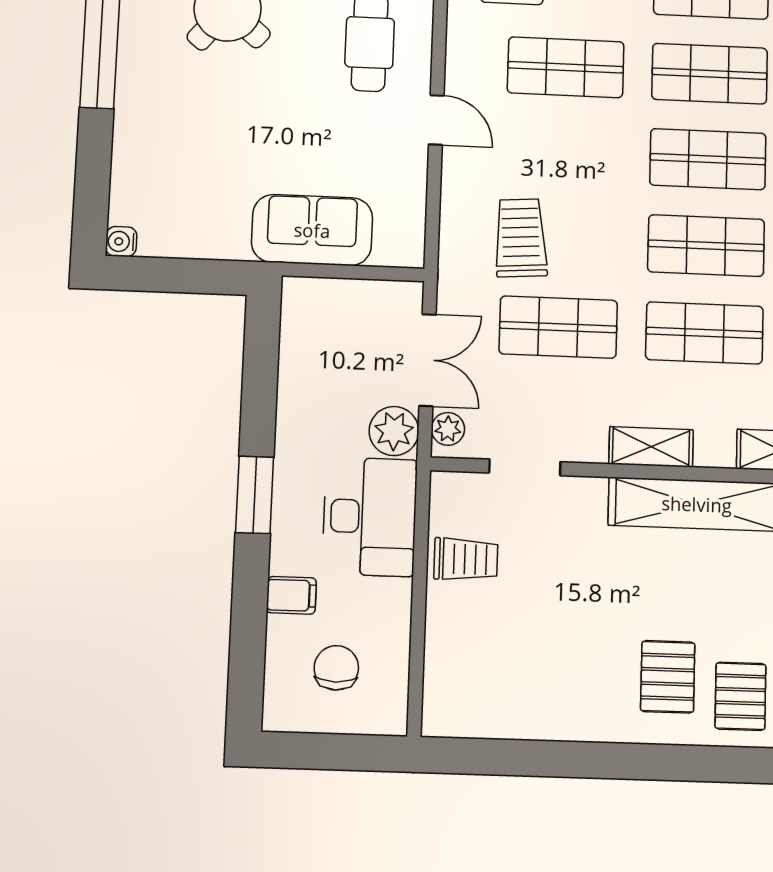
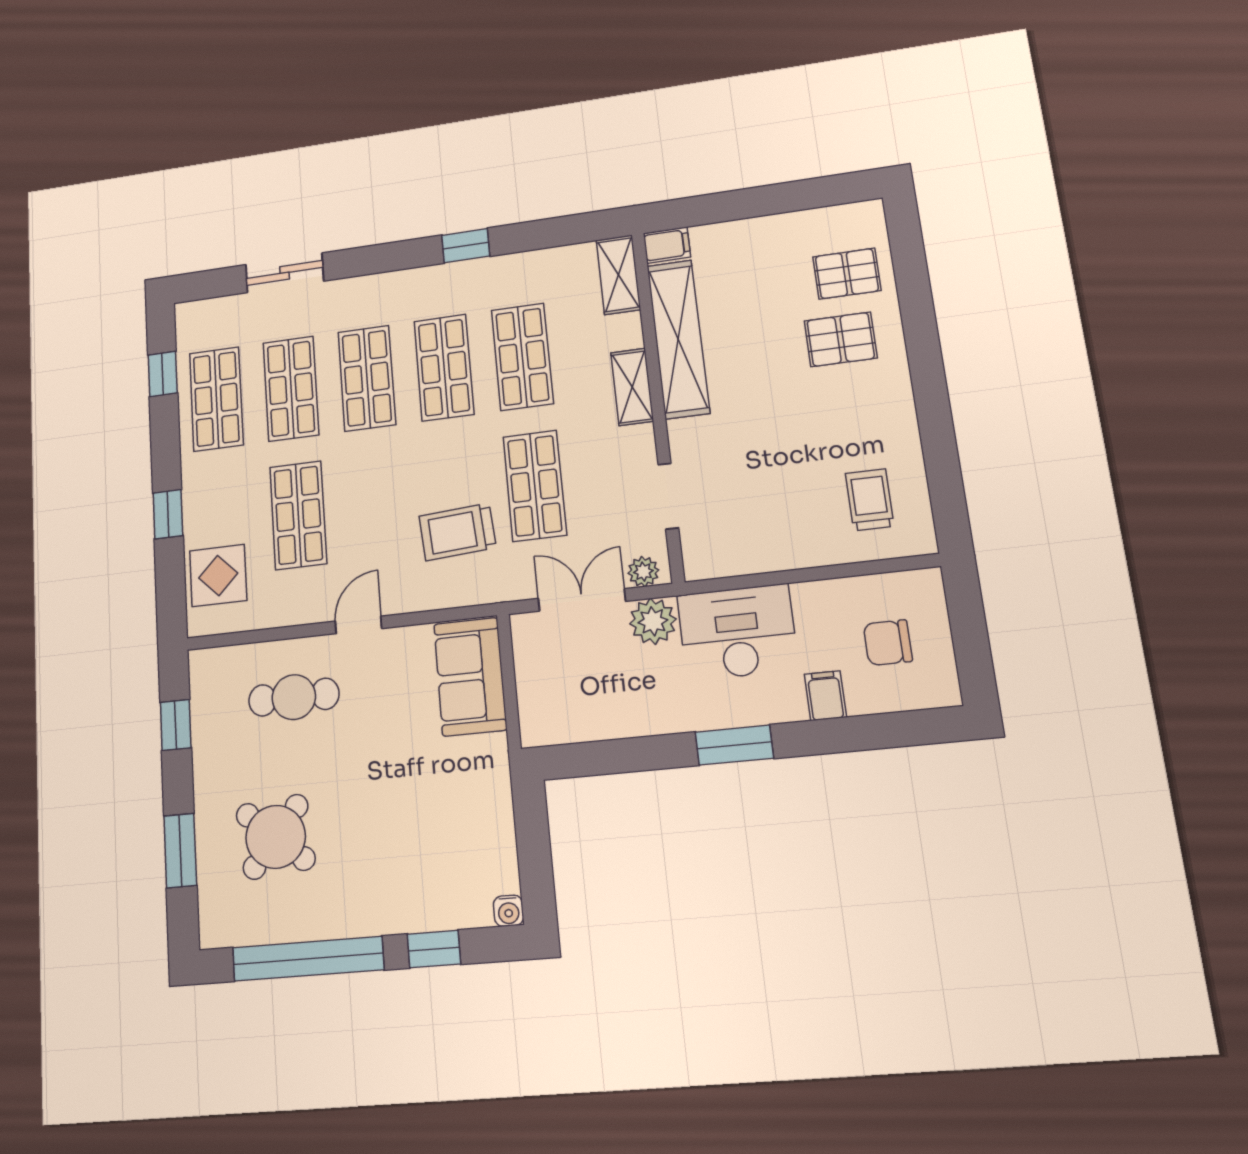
window: (94, 161) -> (434, 949), added
sofa: (312, 230) -> (470, 677), moved
trolley: (466, 559) -> (870, 500), moved

